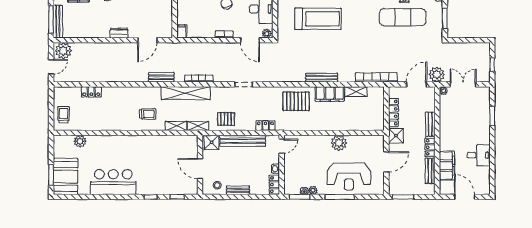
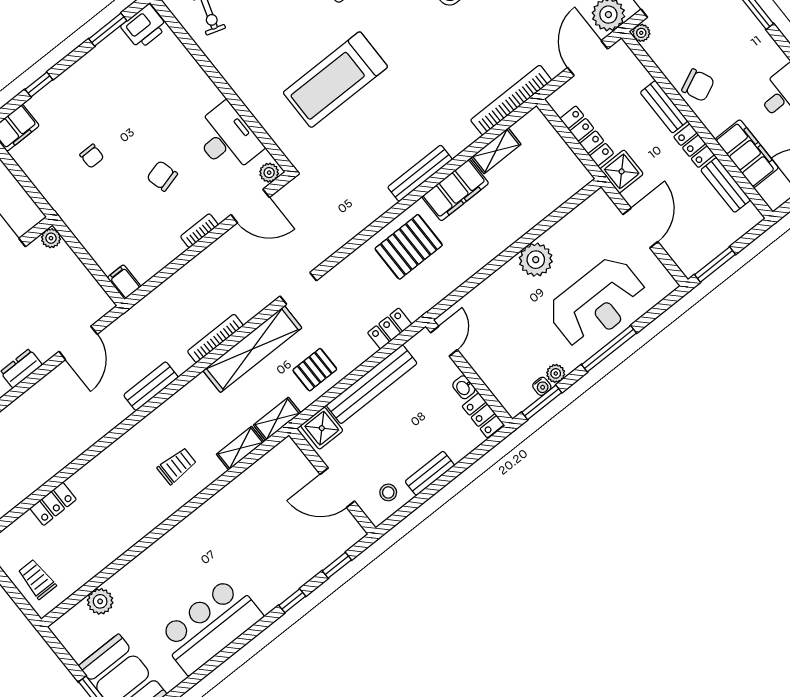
treadmill: (318, 19) -> (335, 80), turned 180
shelving: (186, 93) -> (252, 349), moved
chair: (449, 126) -> (698, 85), added

